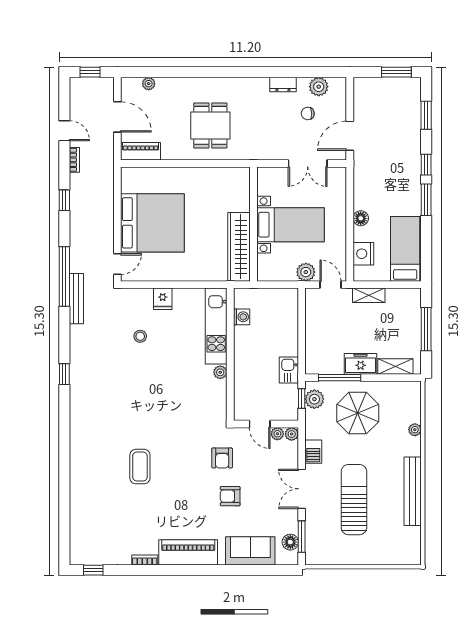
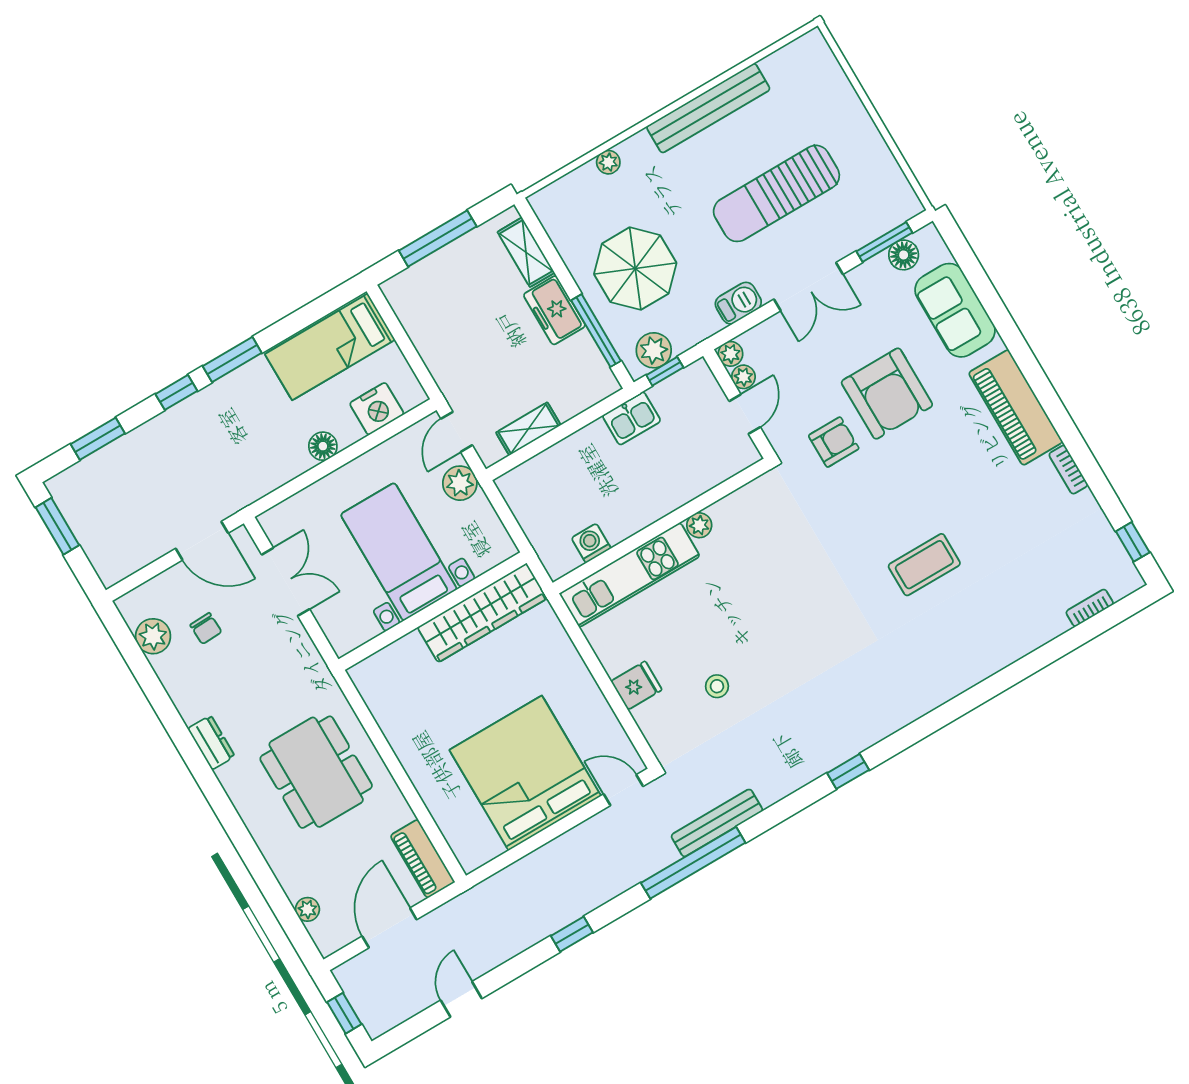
dresser: (283, 85) -> (211, 743), moved
dining table: (210, 125) -> (316, 772), width x1.37
bookcase: (74, 160) -> (1090, 608), moved
shelving: (369, 295) -> (528, 429), moved, turned 90
armchair: (230, 496) -> (887, 394), width x1.88, depth x1.88

